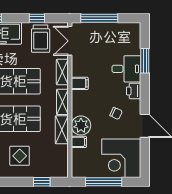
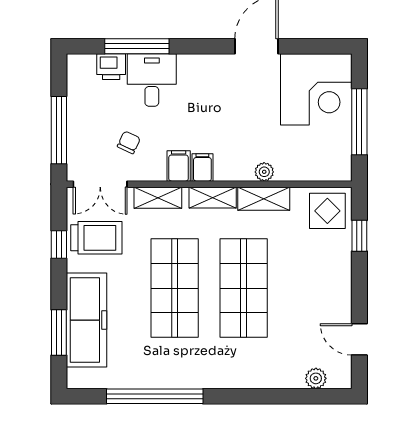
window: (145, 61) -> (137, 46), width x1.44
printer: (134, 91) -> (111, 67), moved
chair: (116, 113) -> (129, 142), moved
plant: (81, 126) -> (264, 172), width x0.53, depth x0.53
filing cabinet: (79, 142) -> (202, 167), moved
display table: (20, 156) -> (327, 211), moved

